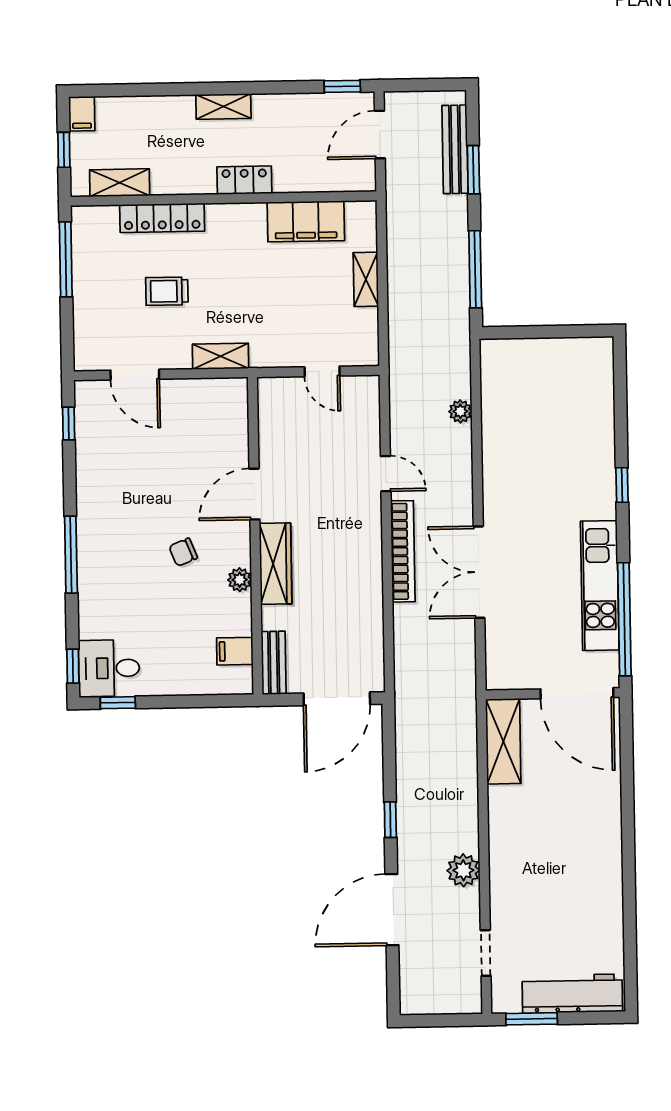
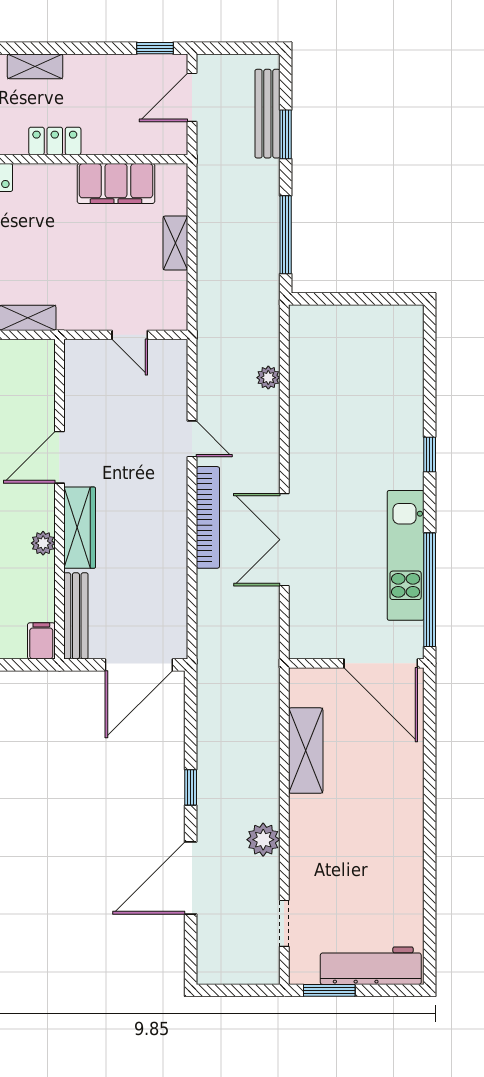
filing cabinet: (235, 651) -> (41, 641), moved, turned 90
bench: (274, 663) -> (76, 616), width x1.36
shelving: (503, 741) -> (306, 751), moved

